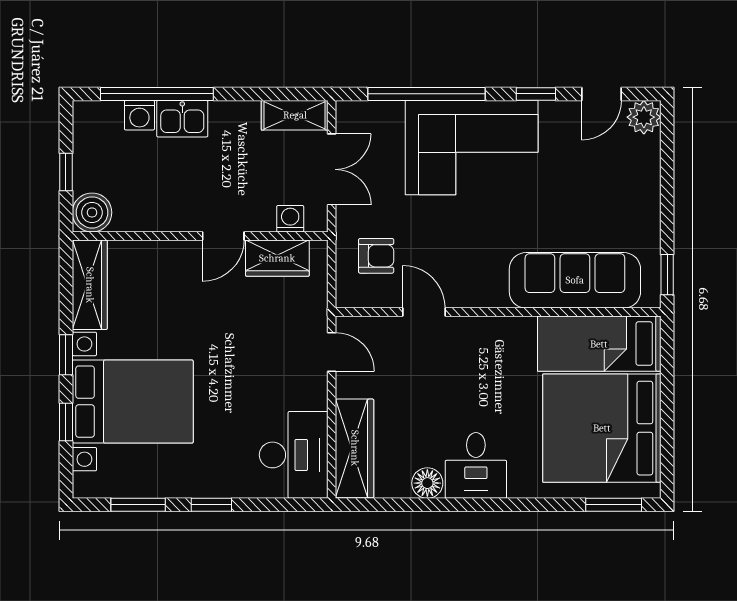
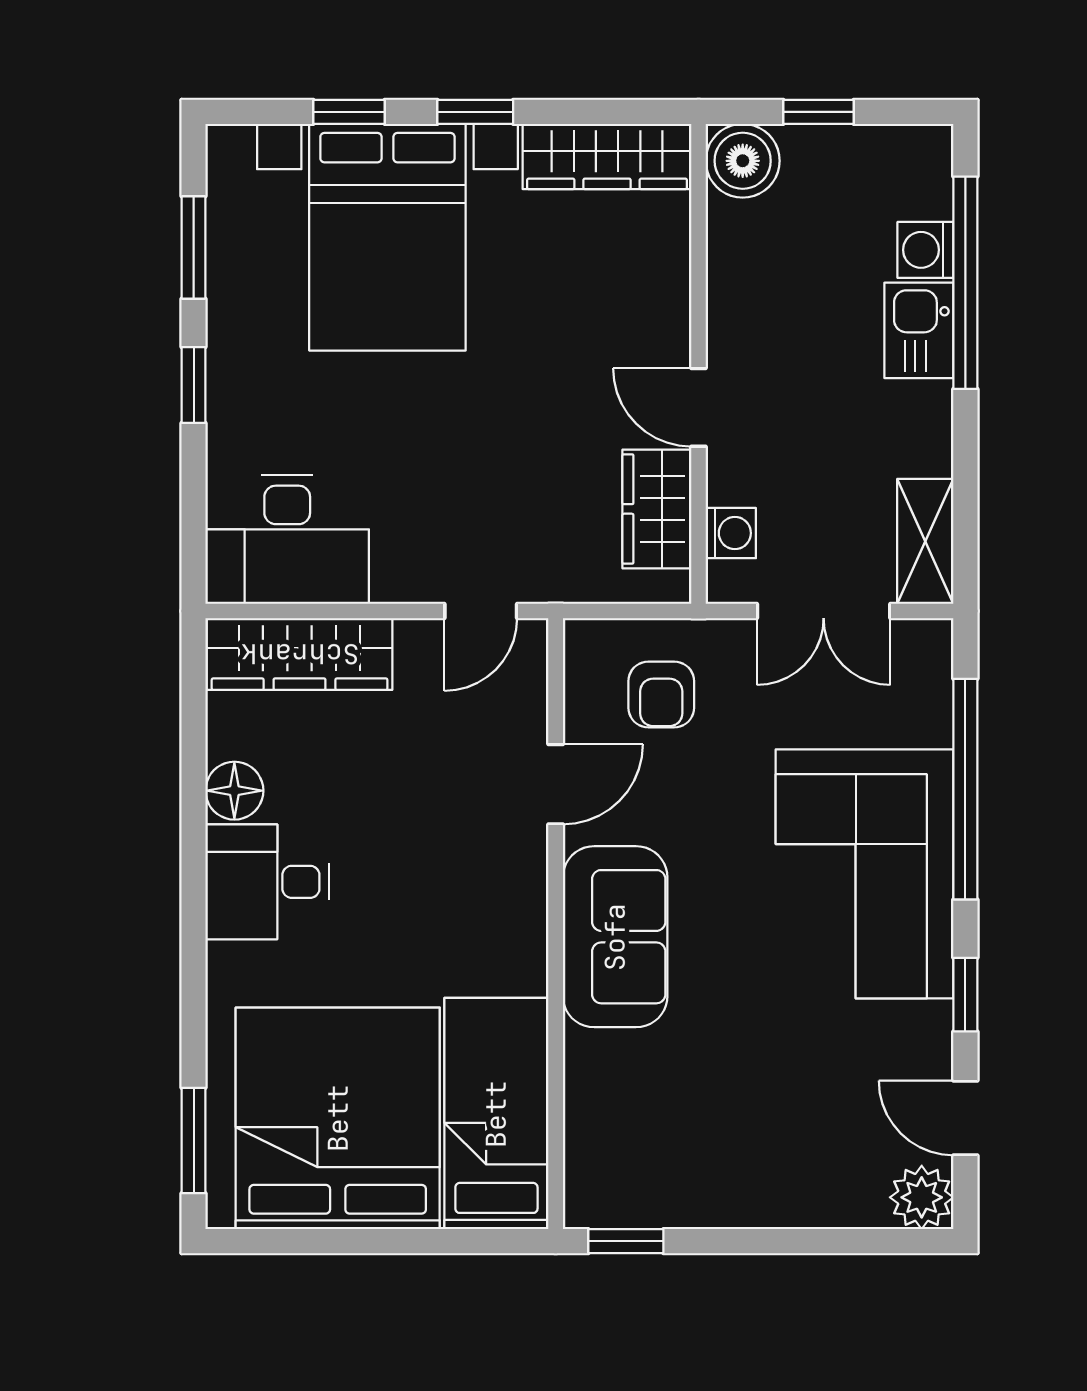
sofa: (575, 280) -> (615, 937), moved, width x0.73

